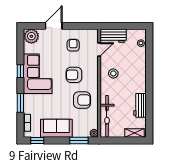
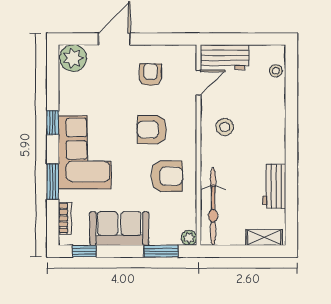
corner sofa: (38, 74) -> (85, 152), moved

